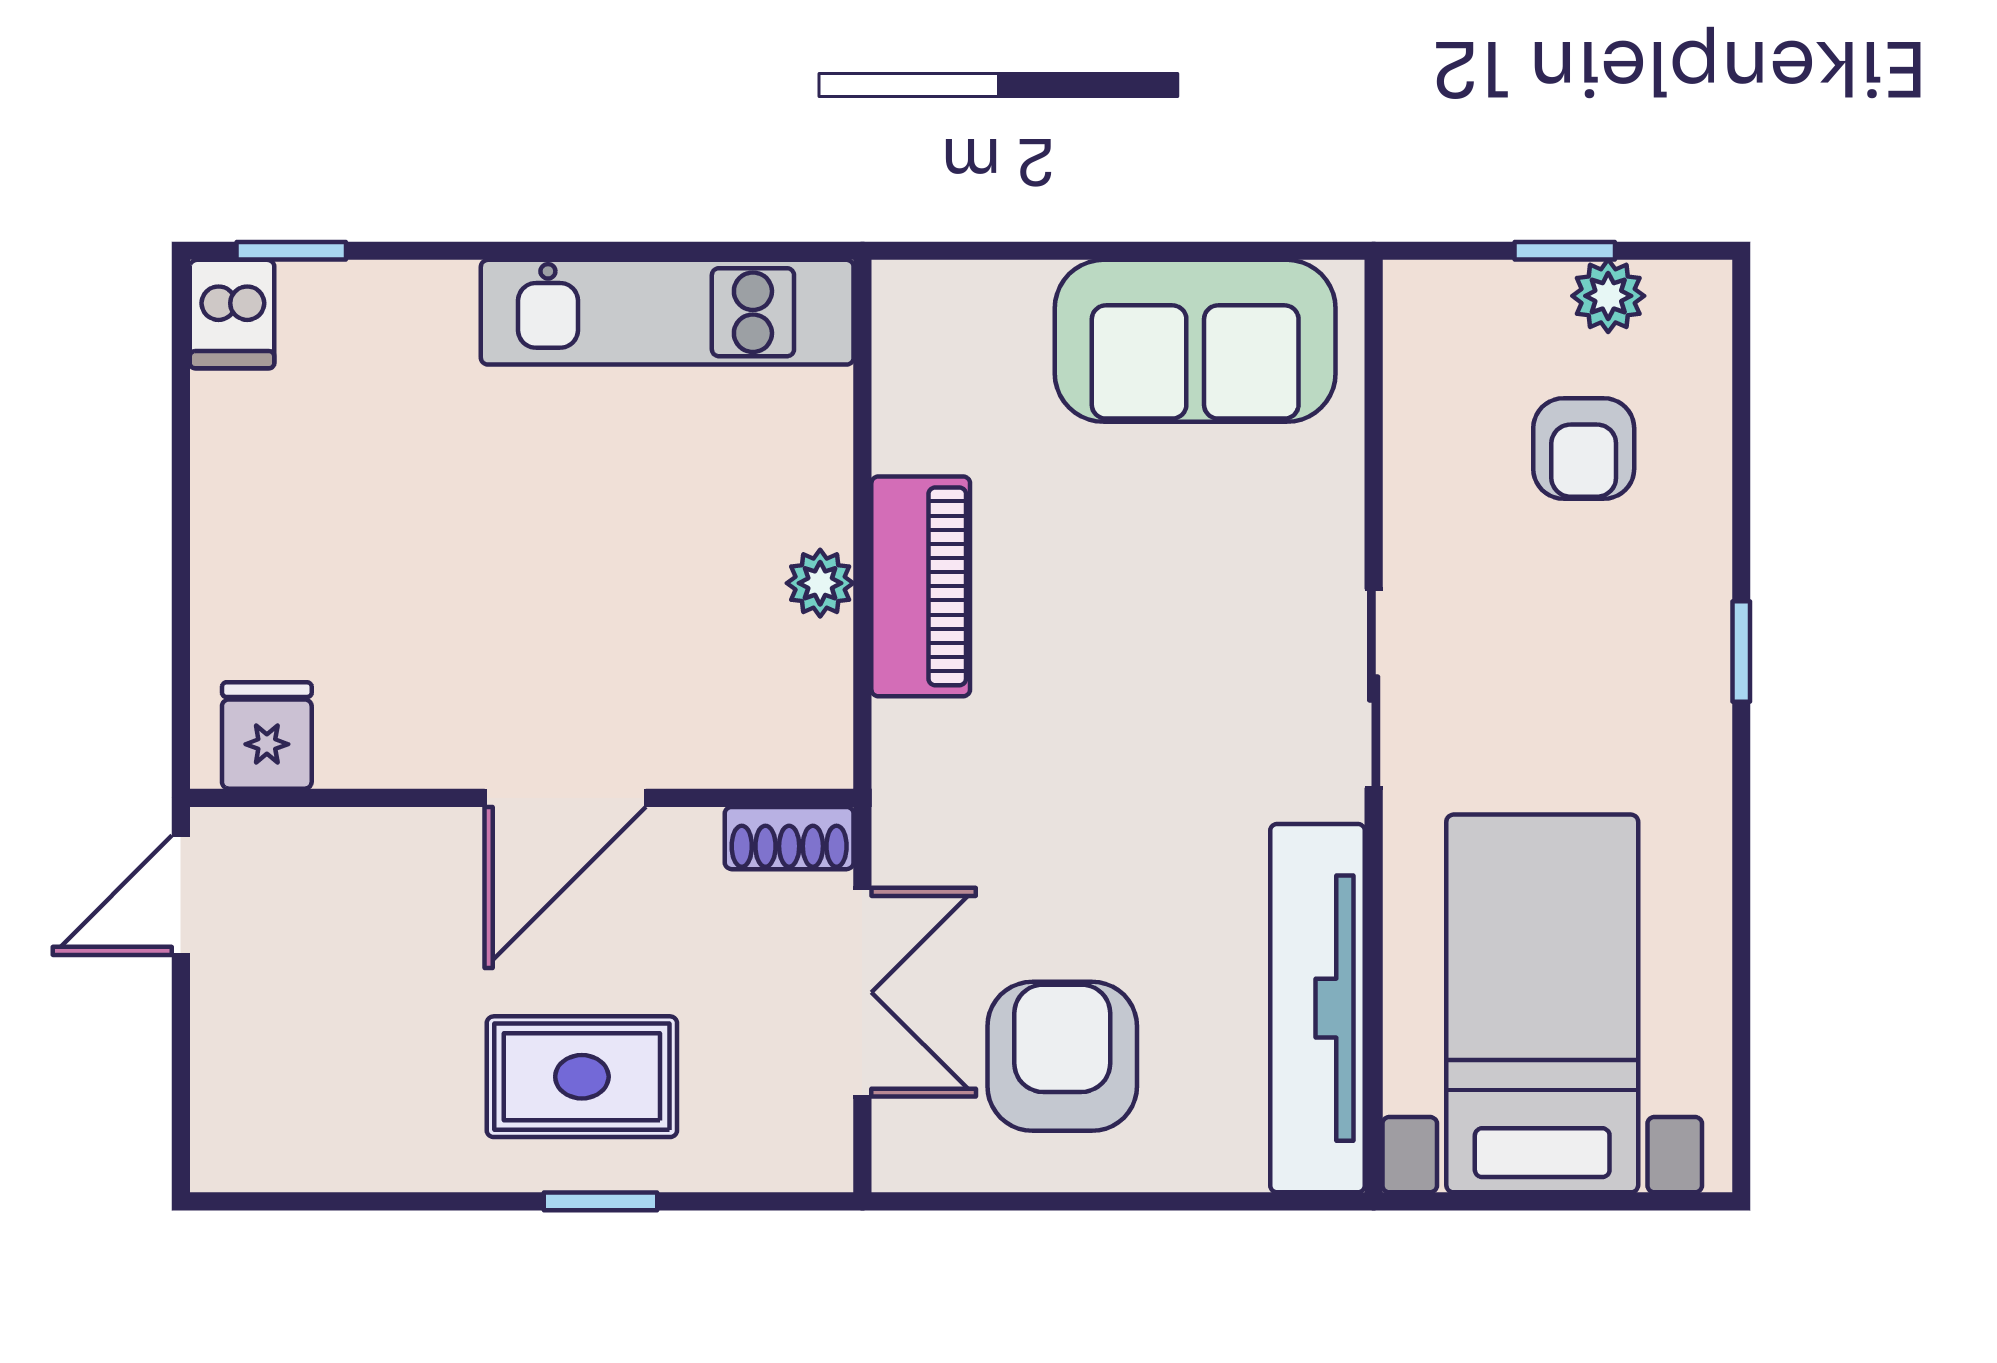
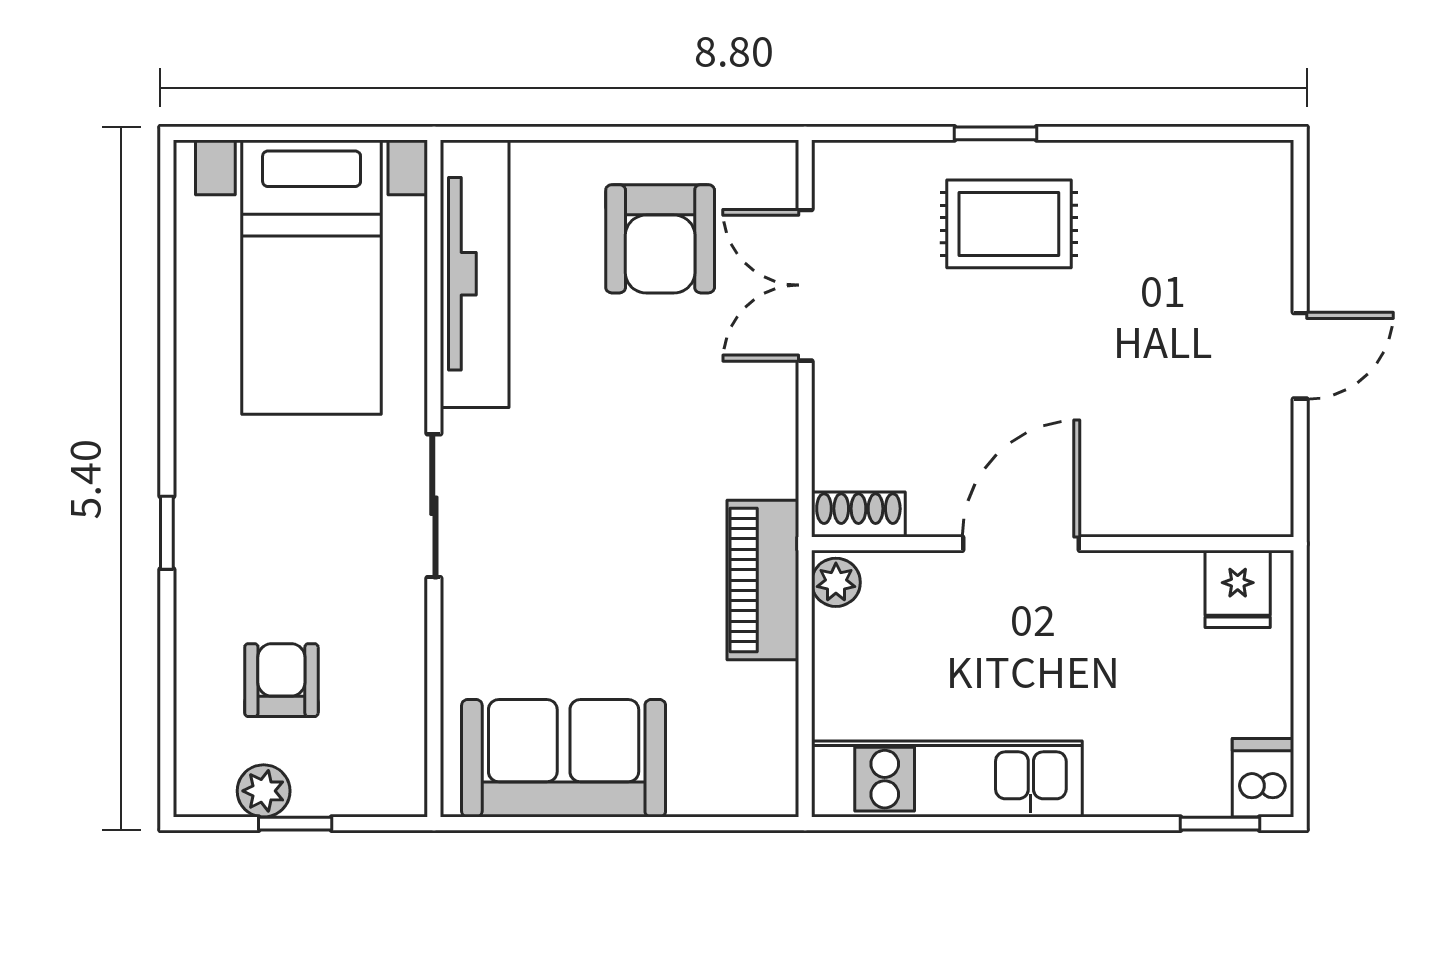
fridge: (267, 736) -> (1238, 589), moved
wall: (522, 798) -> (1053, 544), moved
door: (565, 798) -> (1021, 544), moved
shoe rack: (789, 838) -> (858, 514), moved

